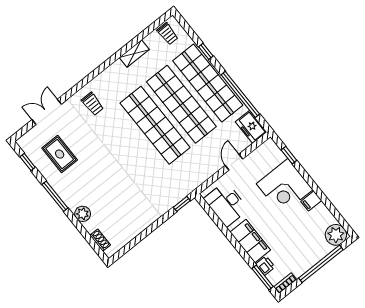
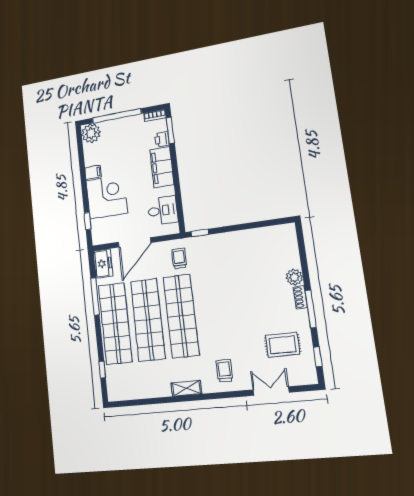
trolley: (168, 34) -> (179, 258), moved
window: (206, 51) -> (102, 370), moved
shelving: (134, 54) -> (186, 388), moved
window: (240, 94) -> (95, 297), width x0.68
double door: (47, 112) -> (271, 391), swing flipped
rug: (60, 154) -> (283, 345), turned 90
door: (234, 162) -> (135, 242), width x1.87
desk: (226, 204) -> (163, 210), width x0.73
shoe rack: (100, 240) -> (300, 297), moved

